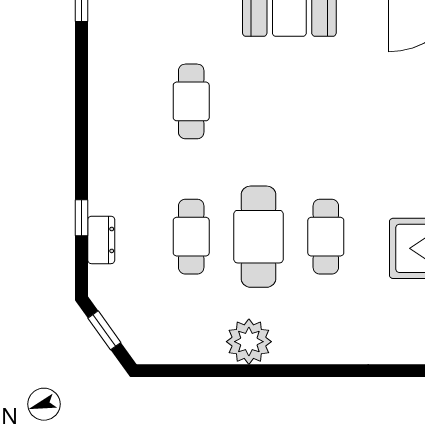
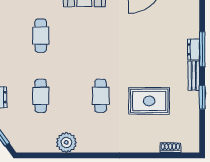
cafe table: (259, 237) -> (71, 96), removed

